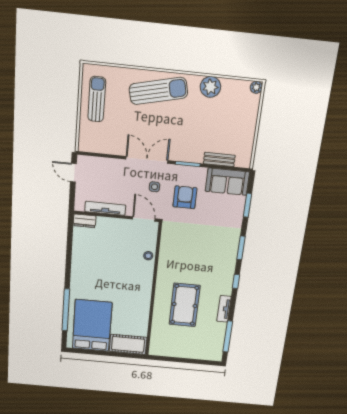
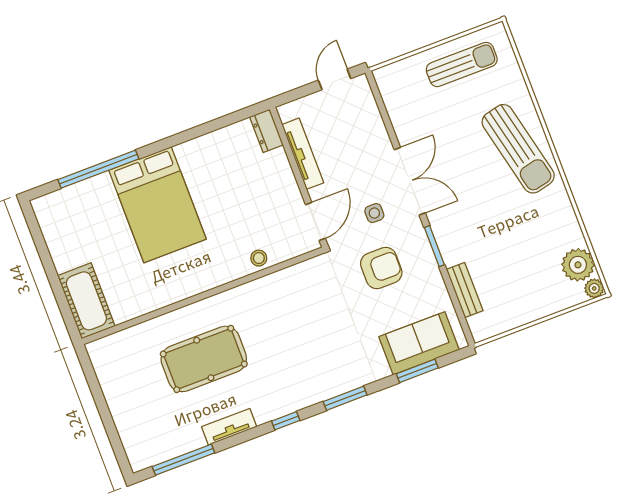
plant: (210, 87) -> (578, 265), moved
sofa: (227, 182) -> (419, 343), moved, turned 90
bed: (92, 326) -> (158, 205), moved, turned 90

